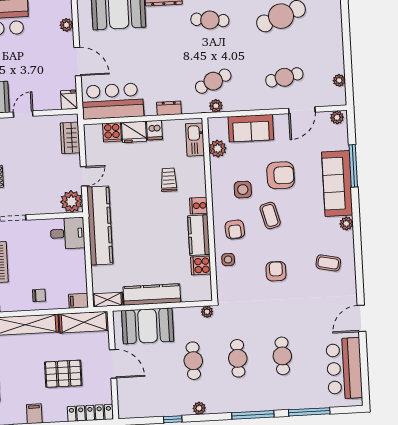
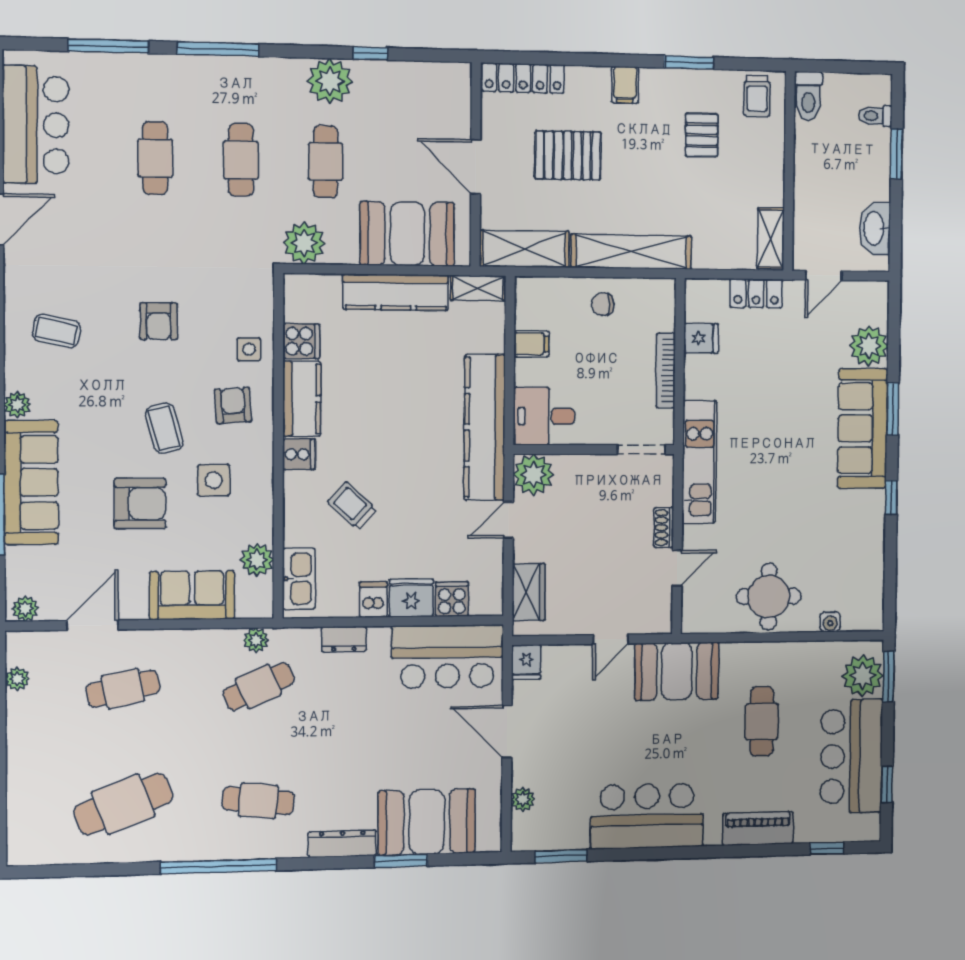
armchair: (281, 175) -> (140, 504), turned 180
trolley: (169, 180) -> (352, 506), turned 133
filing cabinet: (78, 301) -> (531, 344), moved
plant: (207, 312) -> (304, 243), width x1.88, depth x1.88
plant: (199, 408) -> (330, 81), width x1.87, depth x1.87

